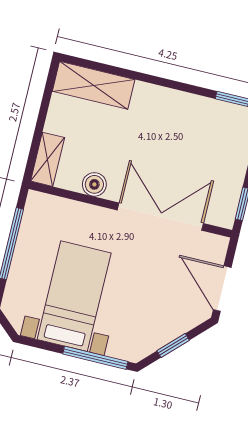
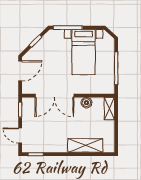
shelving: (94, 85) -> (85, 145), moved
door: (222, 289) -> (20, 71), hinge flipped

